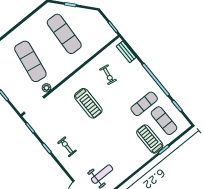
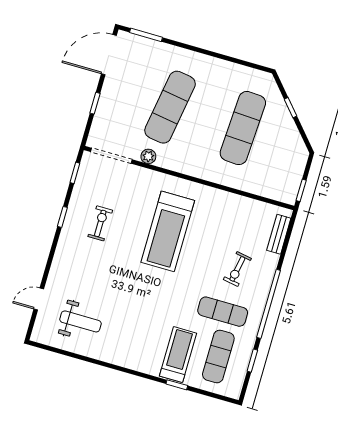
exercise bike: (108, 75) -> (237, 269), moved
treadmill: (88, 103) -> (168, 231), width x1.37, depth x1.38
exercise bike: (67, 147) -> (100, 223), moved

